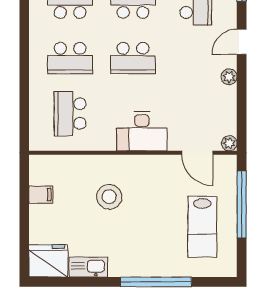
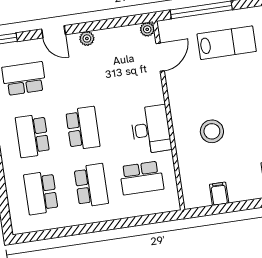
desk: (142, 131) -> (151, 129), moved

